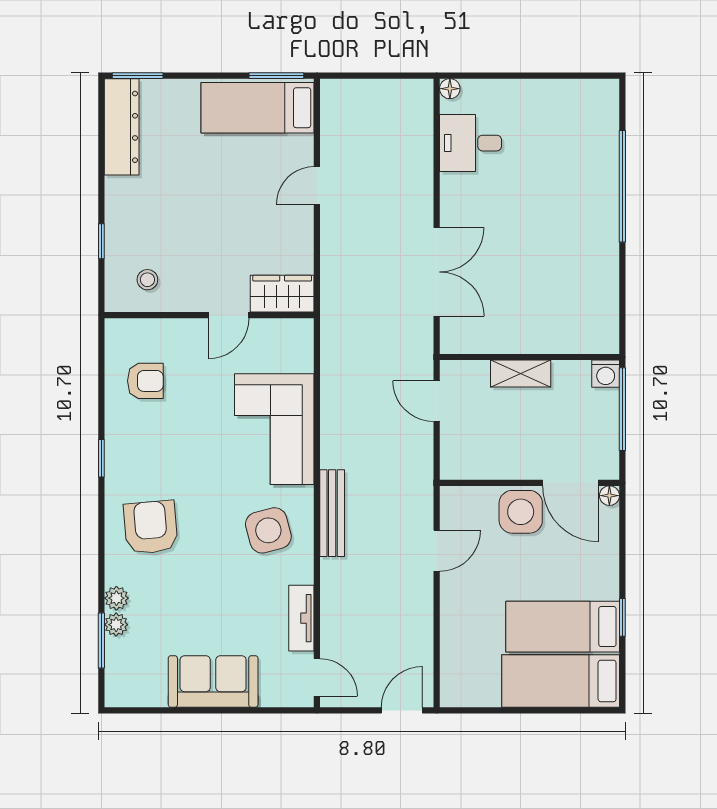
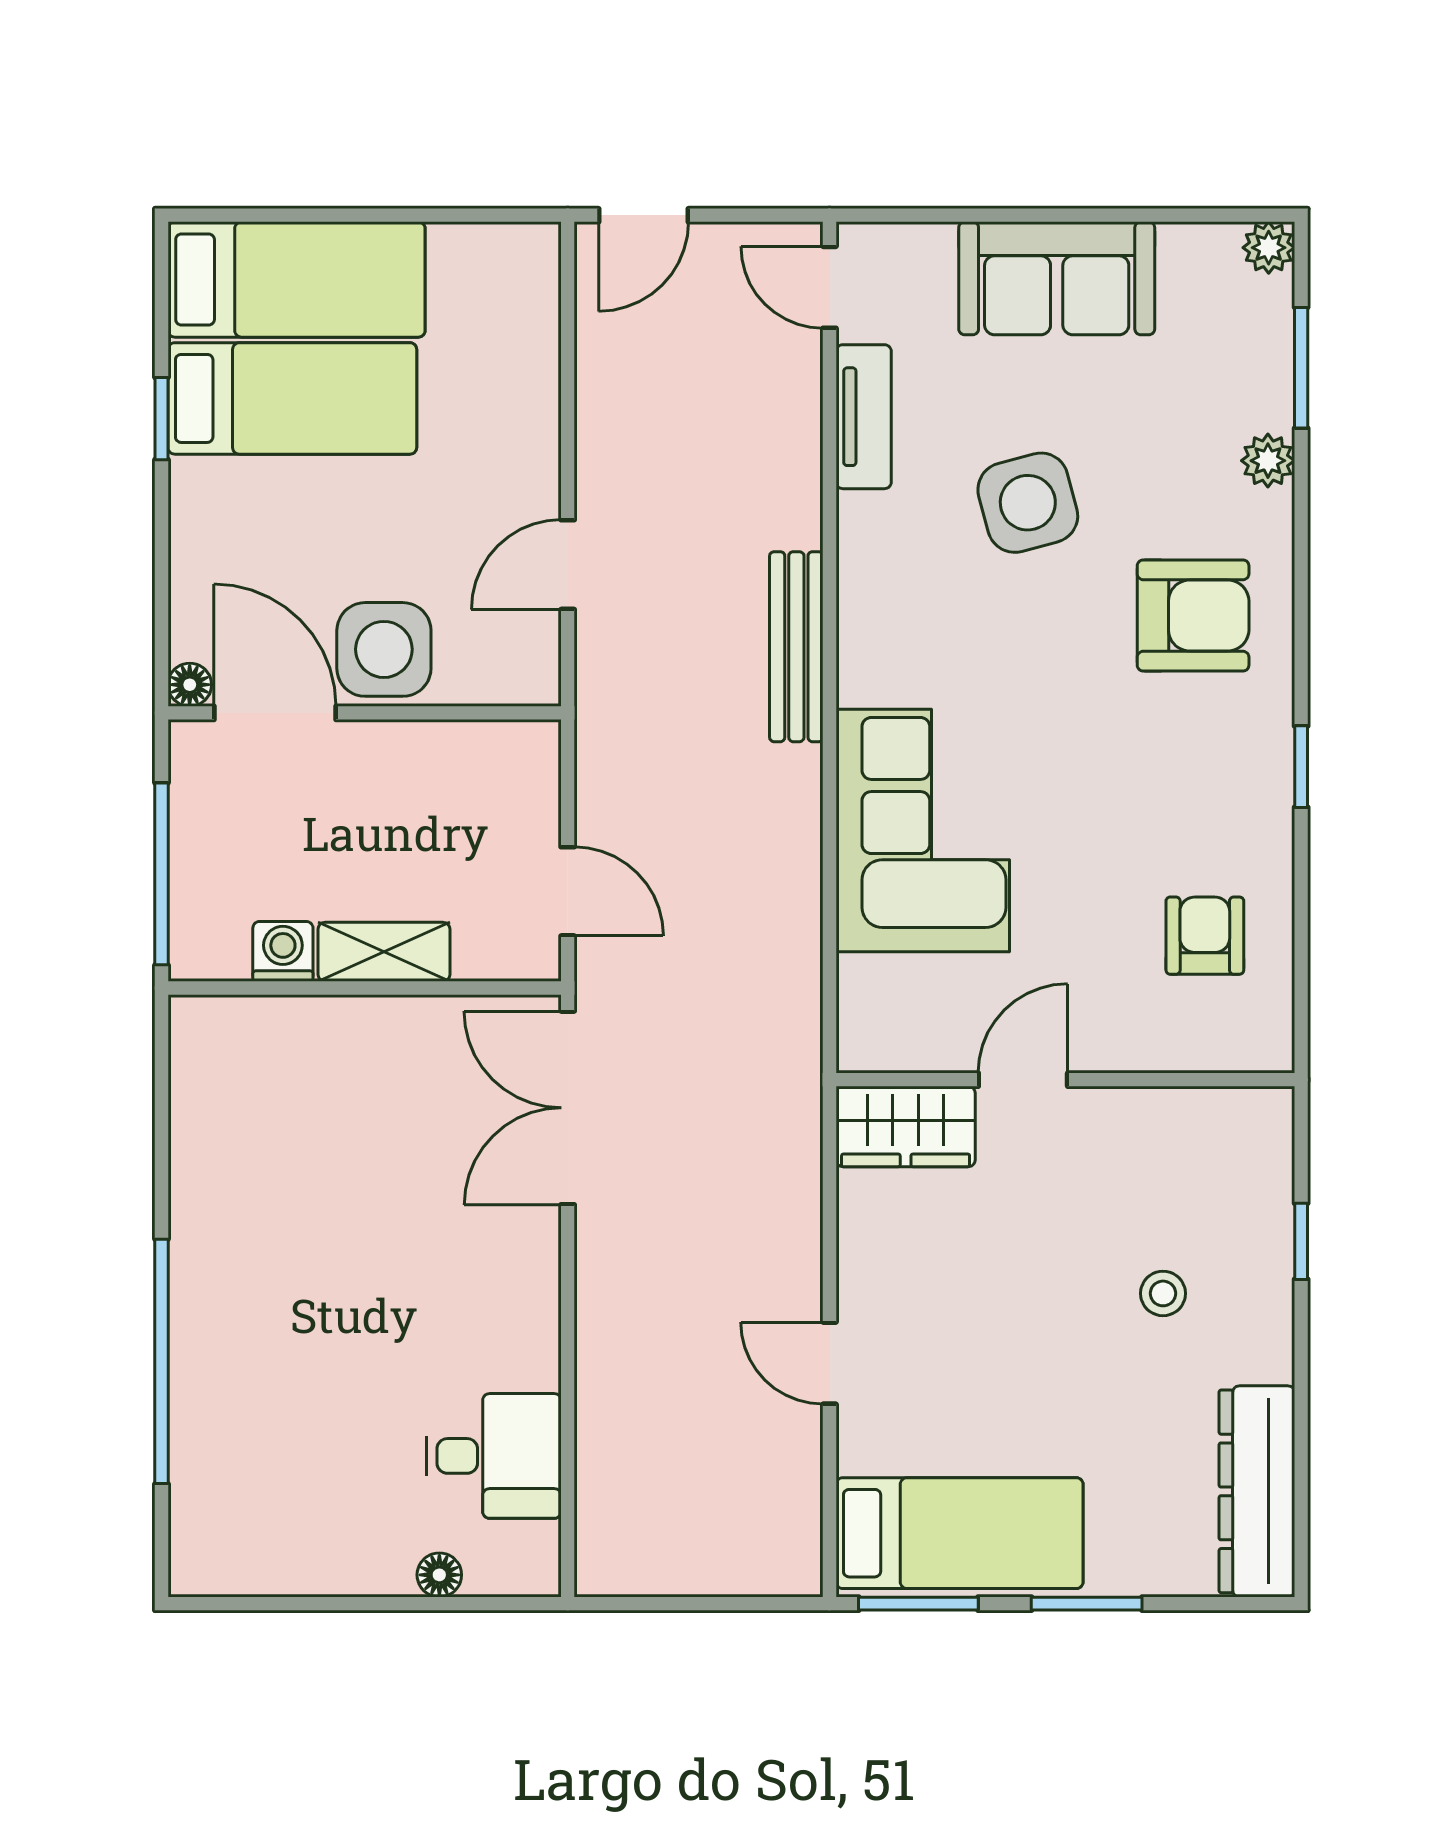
window: (138, 76) -> (1087, 1604), moved
floor lamp: (450, 89) -> (439, 1575), moved
door: (317, 185) -> (830, 1363), swing flipped
double door: (437, 272) -> (568, 1108), moved
stool: (147, 280) -> (1163, 1293), moved
washing machine: (606, 374) -> (283, 951), moved
armchair: (145, 381) -> (1205, 936), turned 90
armchair: (151, 527) -> (1193, 616), turned -85
side table: (268, 530) -> (1028, 503), moved
plant: (116, 625) -> (1269, 248), moved

